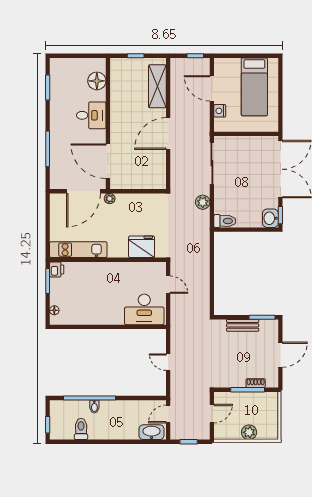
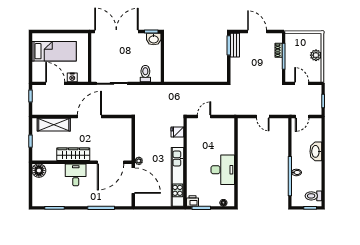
floor lamp: (97, 81) -> (39, 171), moved
door: (212, 88) -> (55, 83), swing flipped
wardrobe: (118, 112) -> (73, 154), added
door: (168, 134) -> (89, 117), swing flipped
plant: (203, 202) -> (141, 90), removed
toilet: (225, 221) -> (145, 74), moved
fridge: (142, 247) -> (177, 132), width x0.53, depth x0.75
kitchen unit: (78, 250) -> (177, 177), width x1.36
desk: (144, 309) -> (223, 170), moved
bench: (243, 325) -> (235, 45), moved
door: (168, 362) -> (263, 117), hinge flipped
door: (168, 414) -> (302, 117), hinge flipped
toilet: (81, 429) -> (313, 196), moved
washbasin: (152, 432) -> (316, 151), moved

